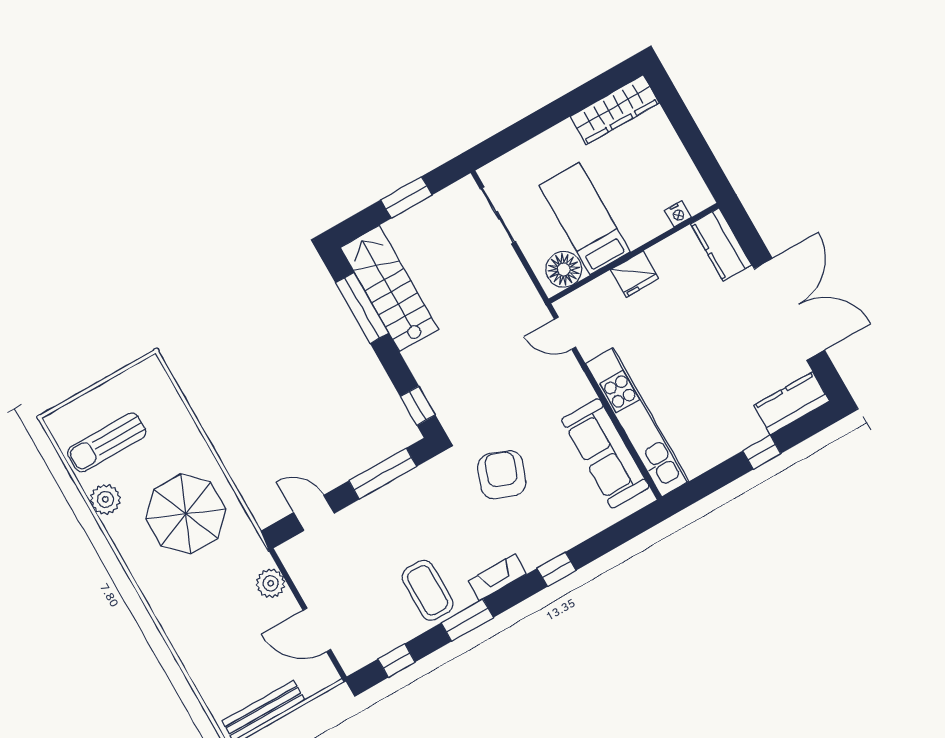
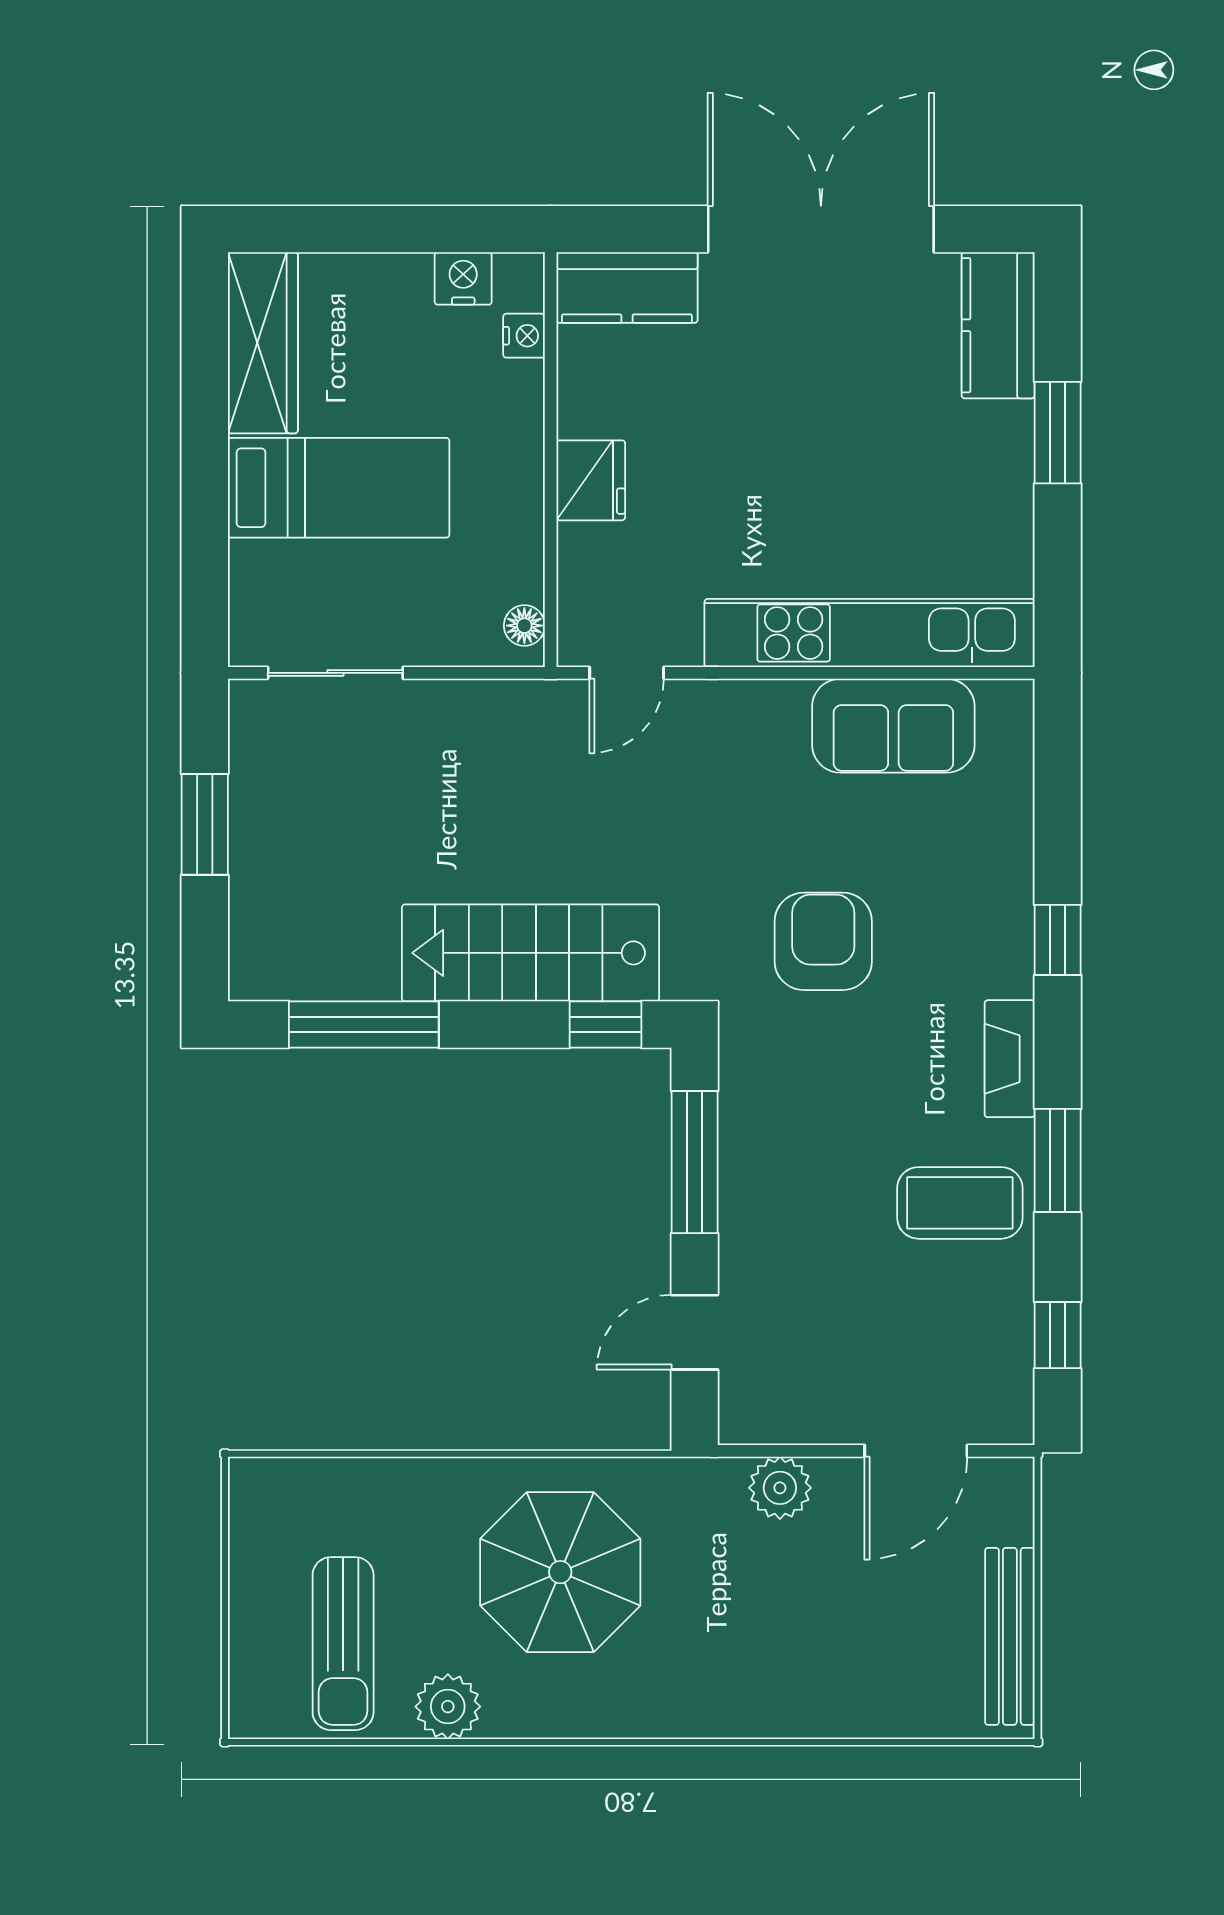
nightstand: (687, 176) -> (463, 278), added
bed: (585, 219) -> (339, 488), moved, turned 180
floor lamp: (564, 269) -> (524, 626), width x0.53, depth x0.53
stairs: (389, 288) -> (531, 953), moved
window: (762, 452) -> (1058, 433), width x1.50
sofa: (605, 453) -> (893, 726), width x0.73
armchair: (502, 475) -> (823, 941), turned 69

